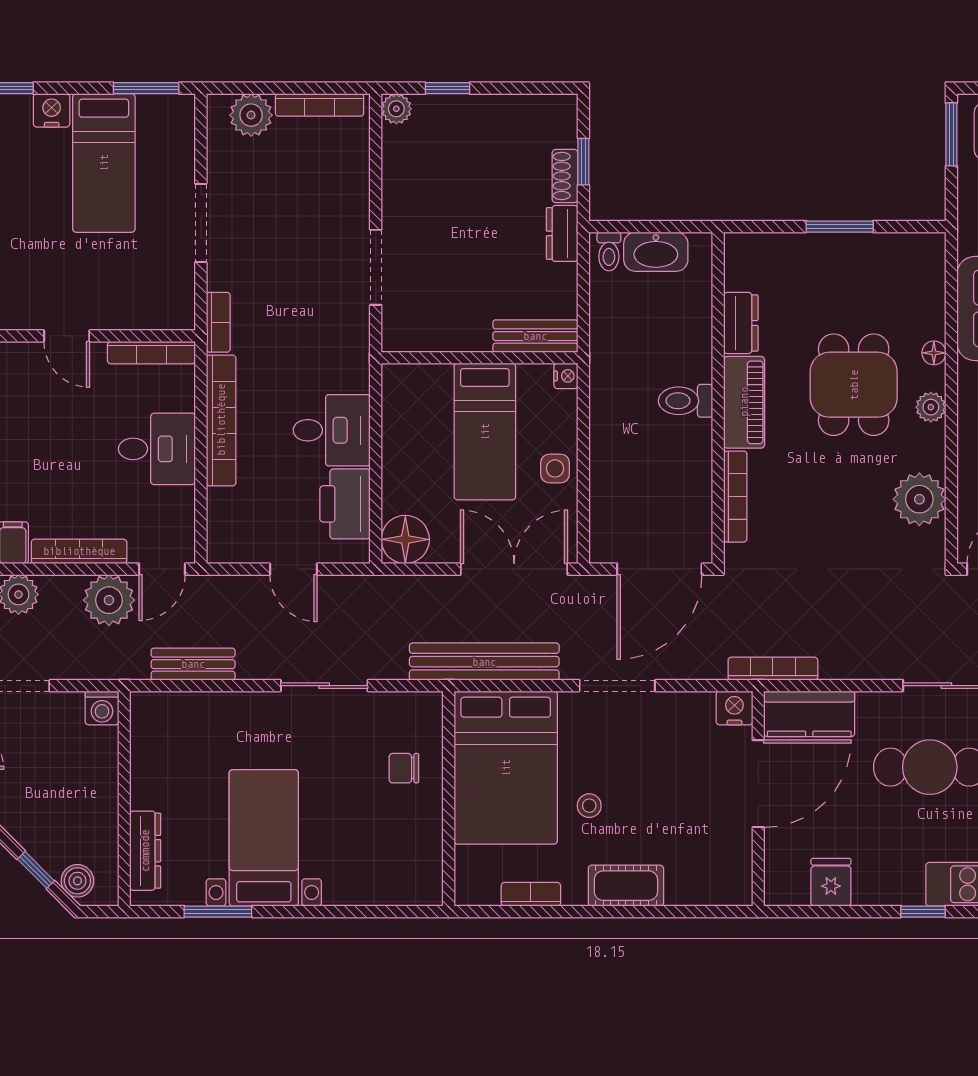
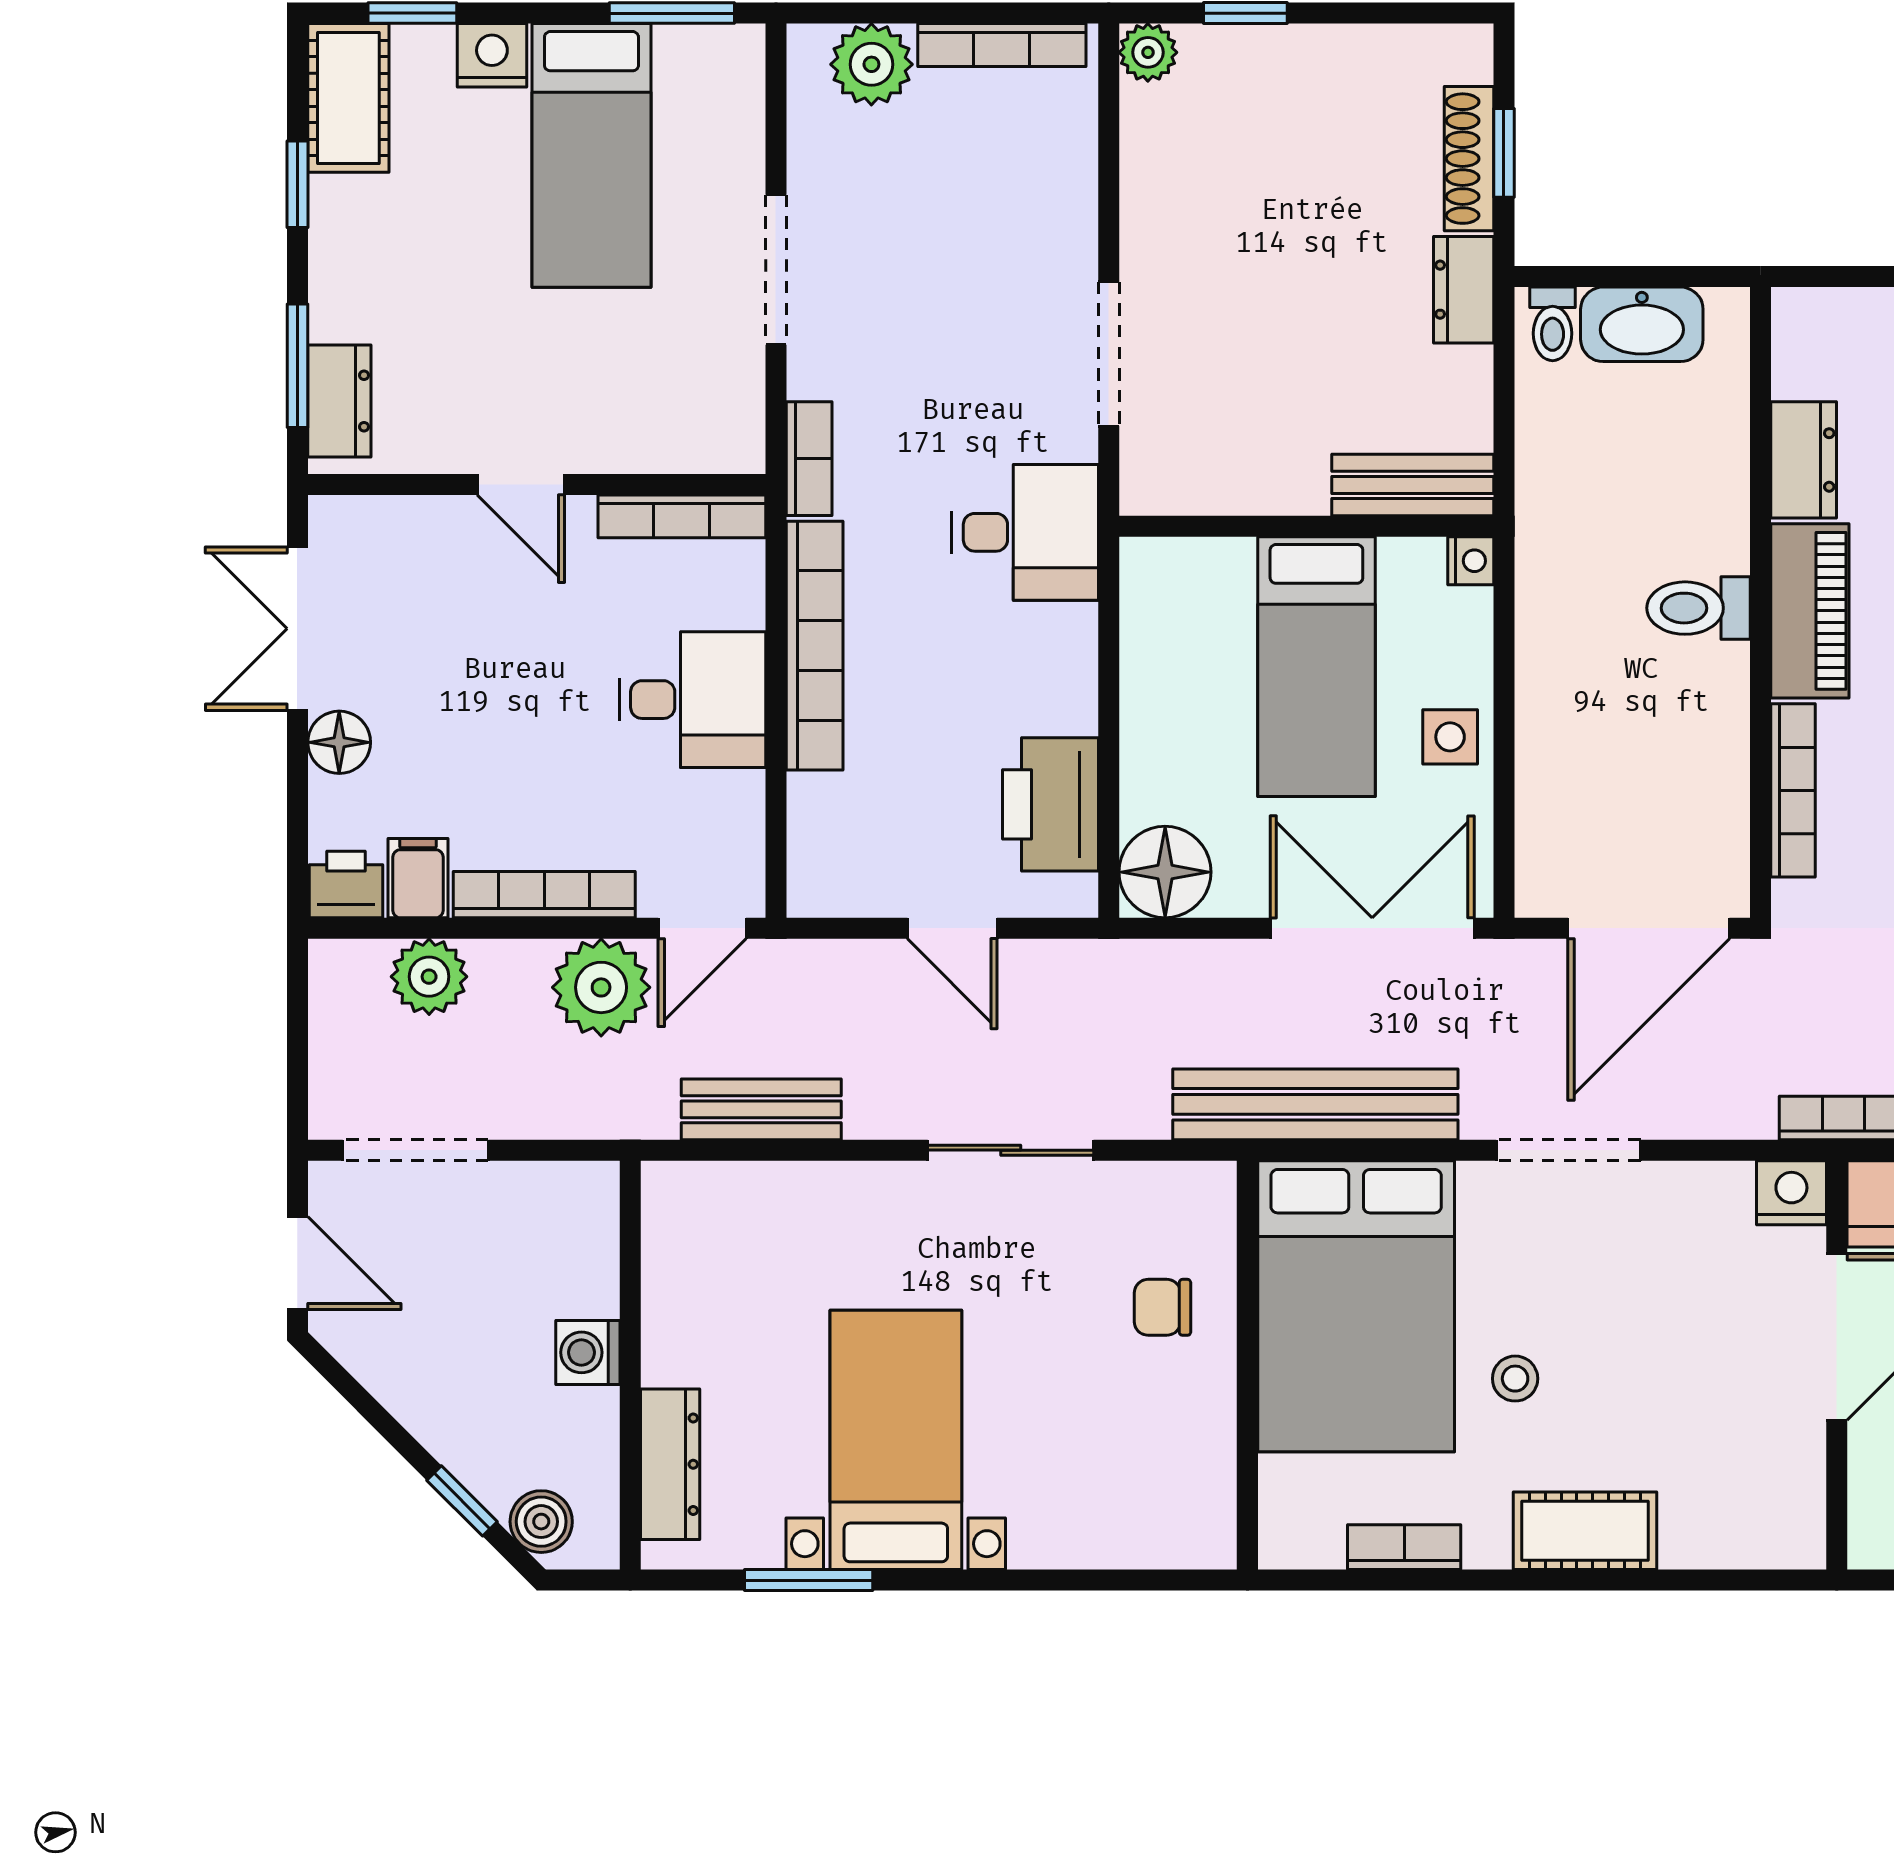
shoe rack: (565, 176) -> (1469, 159), width x1.43
desk: (332, 430) -> (1025, 532), moved
washing machine: (102, 708) -> (588, 1352), moved, turned 90

